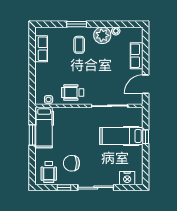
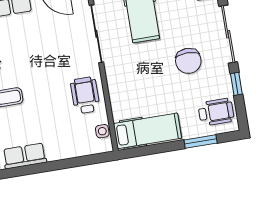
wheelchair: (73, 93) -> (85, 95), turned 180
window: (32, 135) -> (201, 141), moved
chair: (71, 163) -> (188, 61), moved

